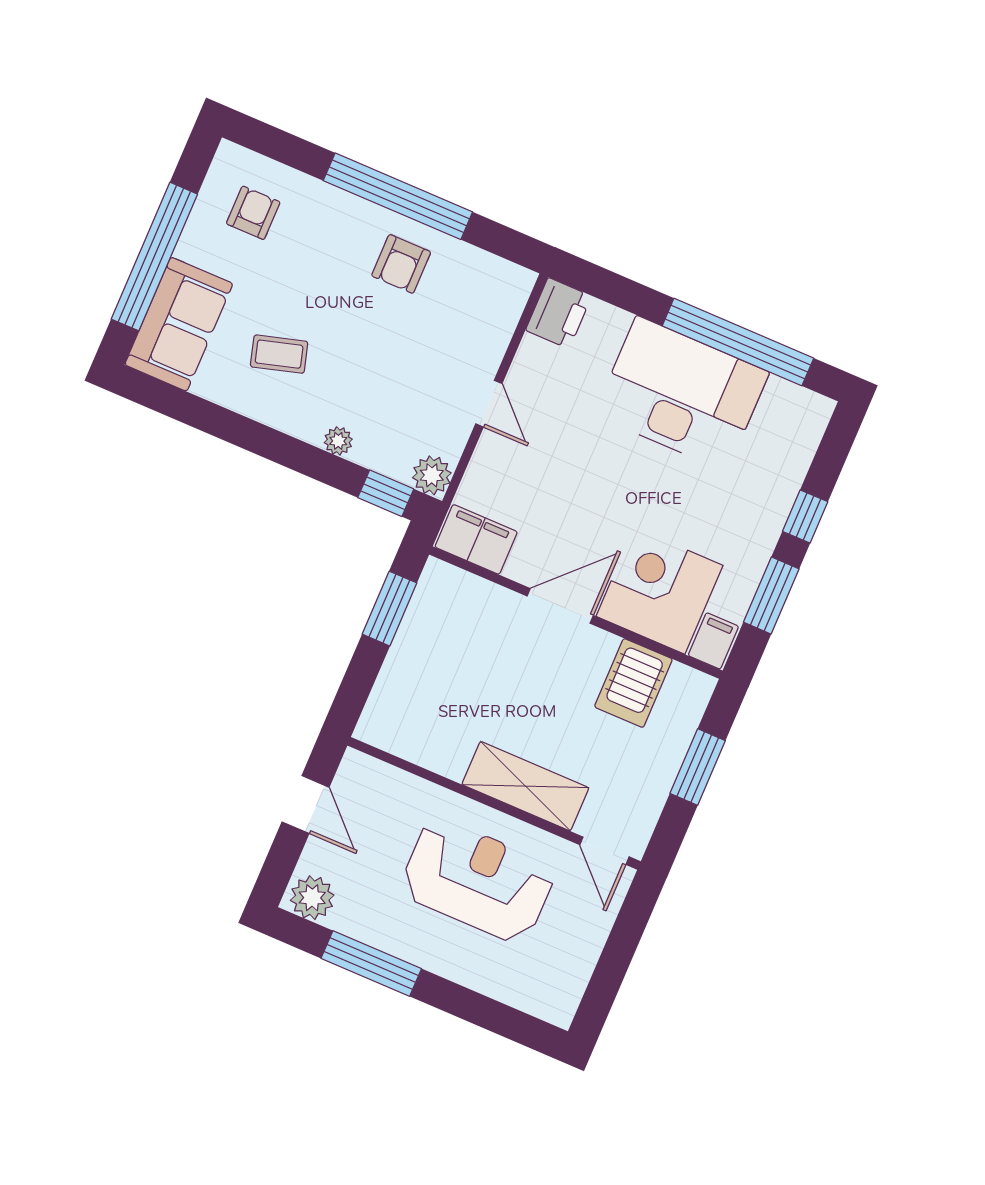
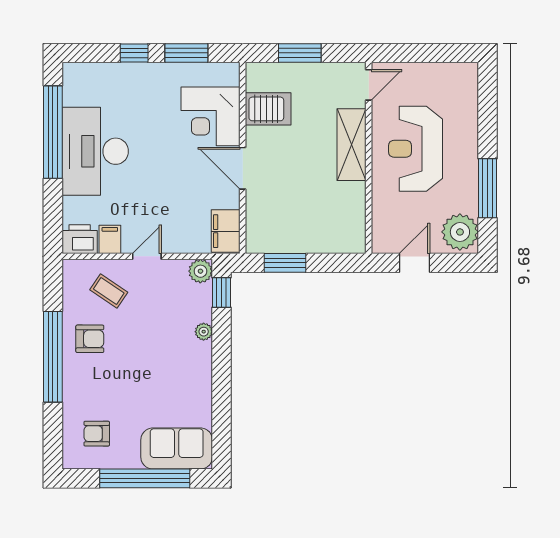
coffee table: (279, 354) -> (109, 291), moved, turned -40
filing cabinet: (713, 641) -> (110, 239), moved, turned 90
plant: (312, 898) -> (460, 232), width x1.36, depth x1.36

